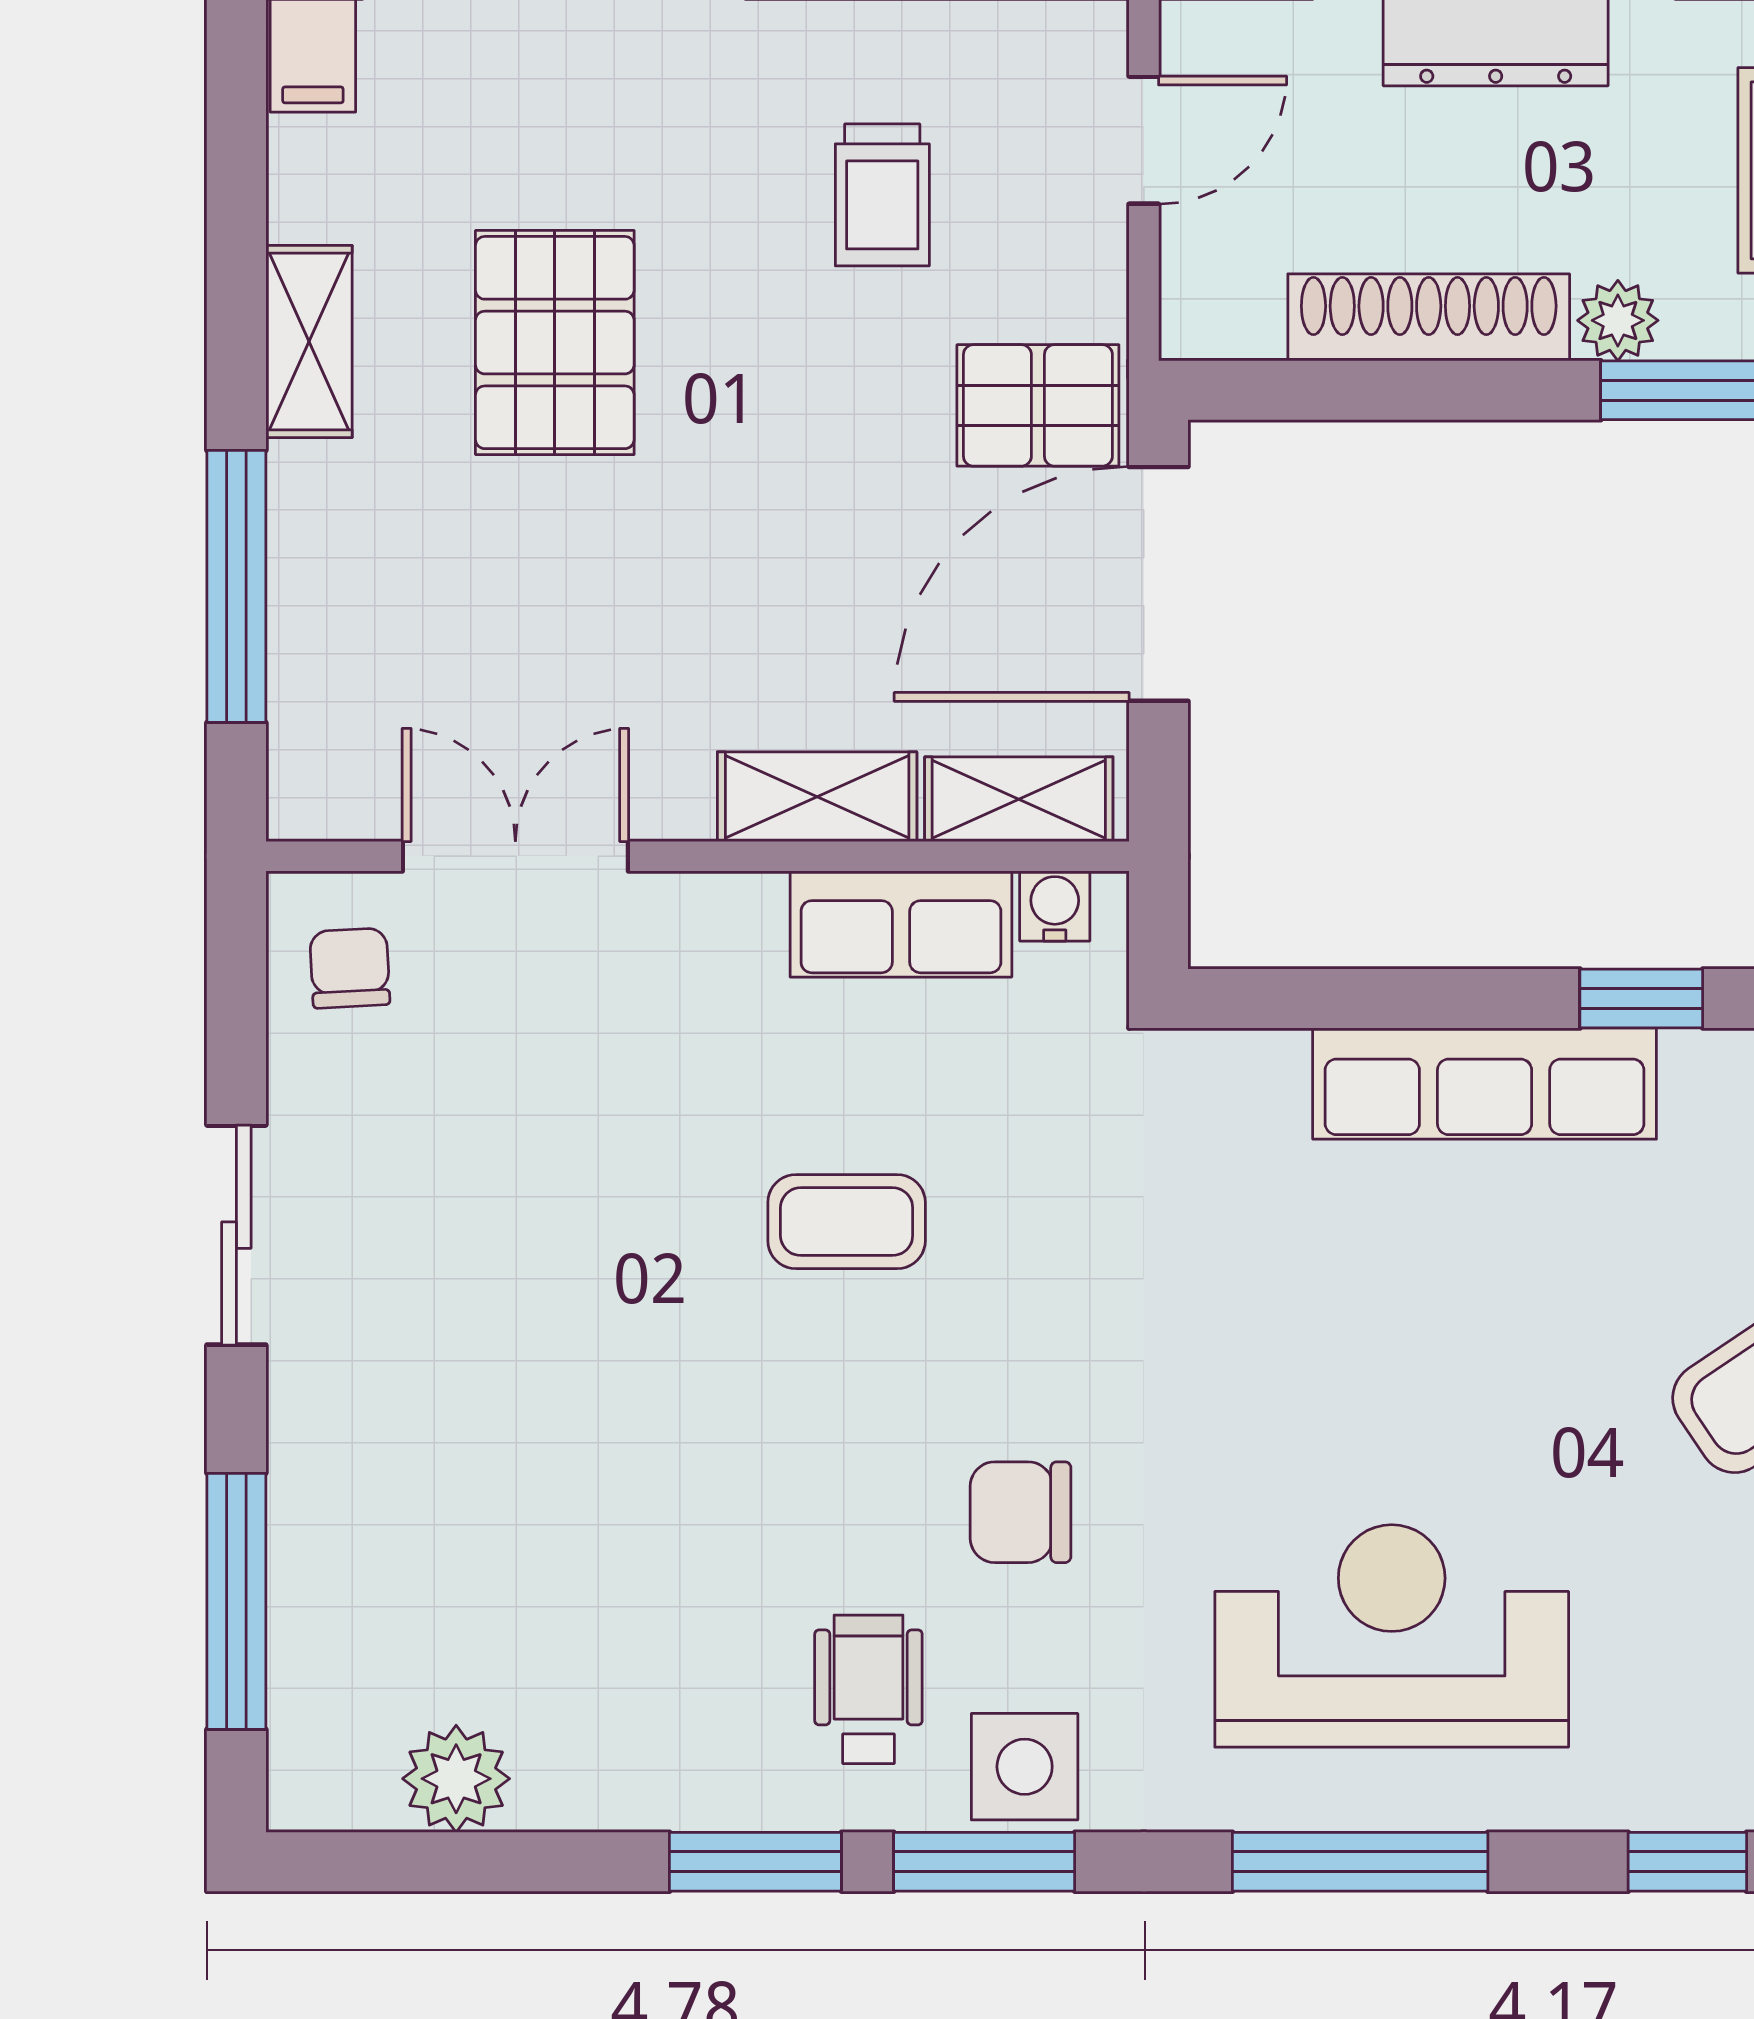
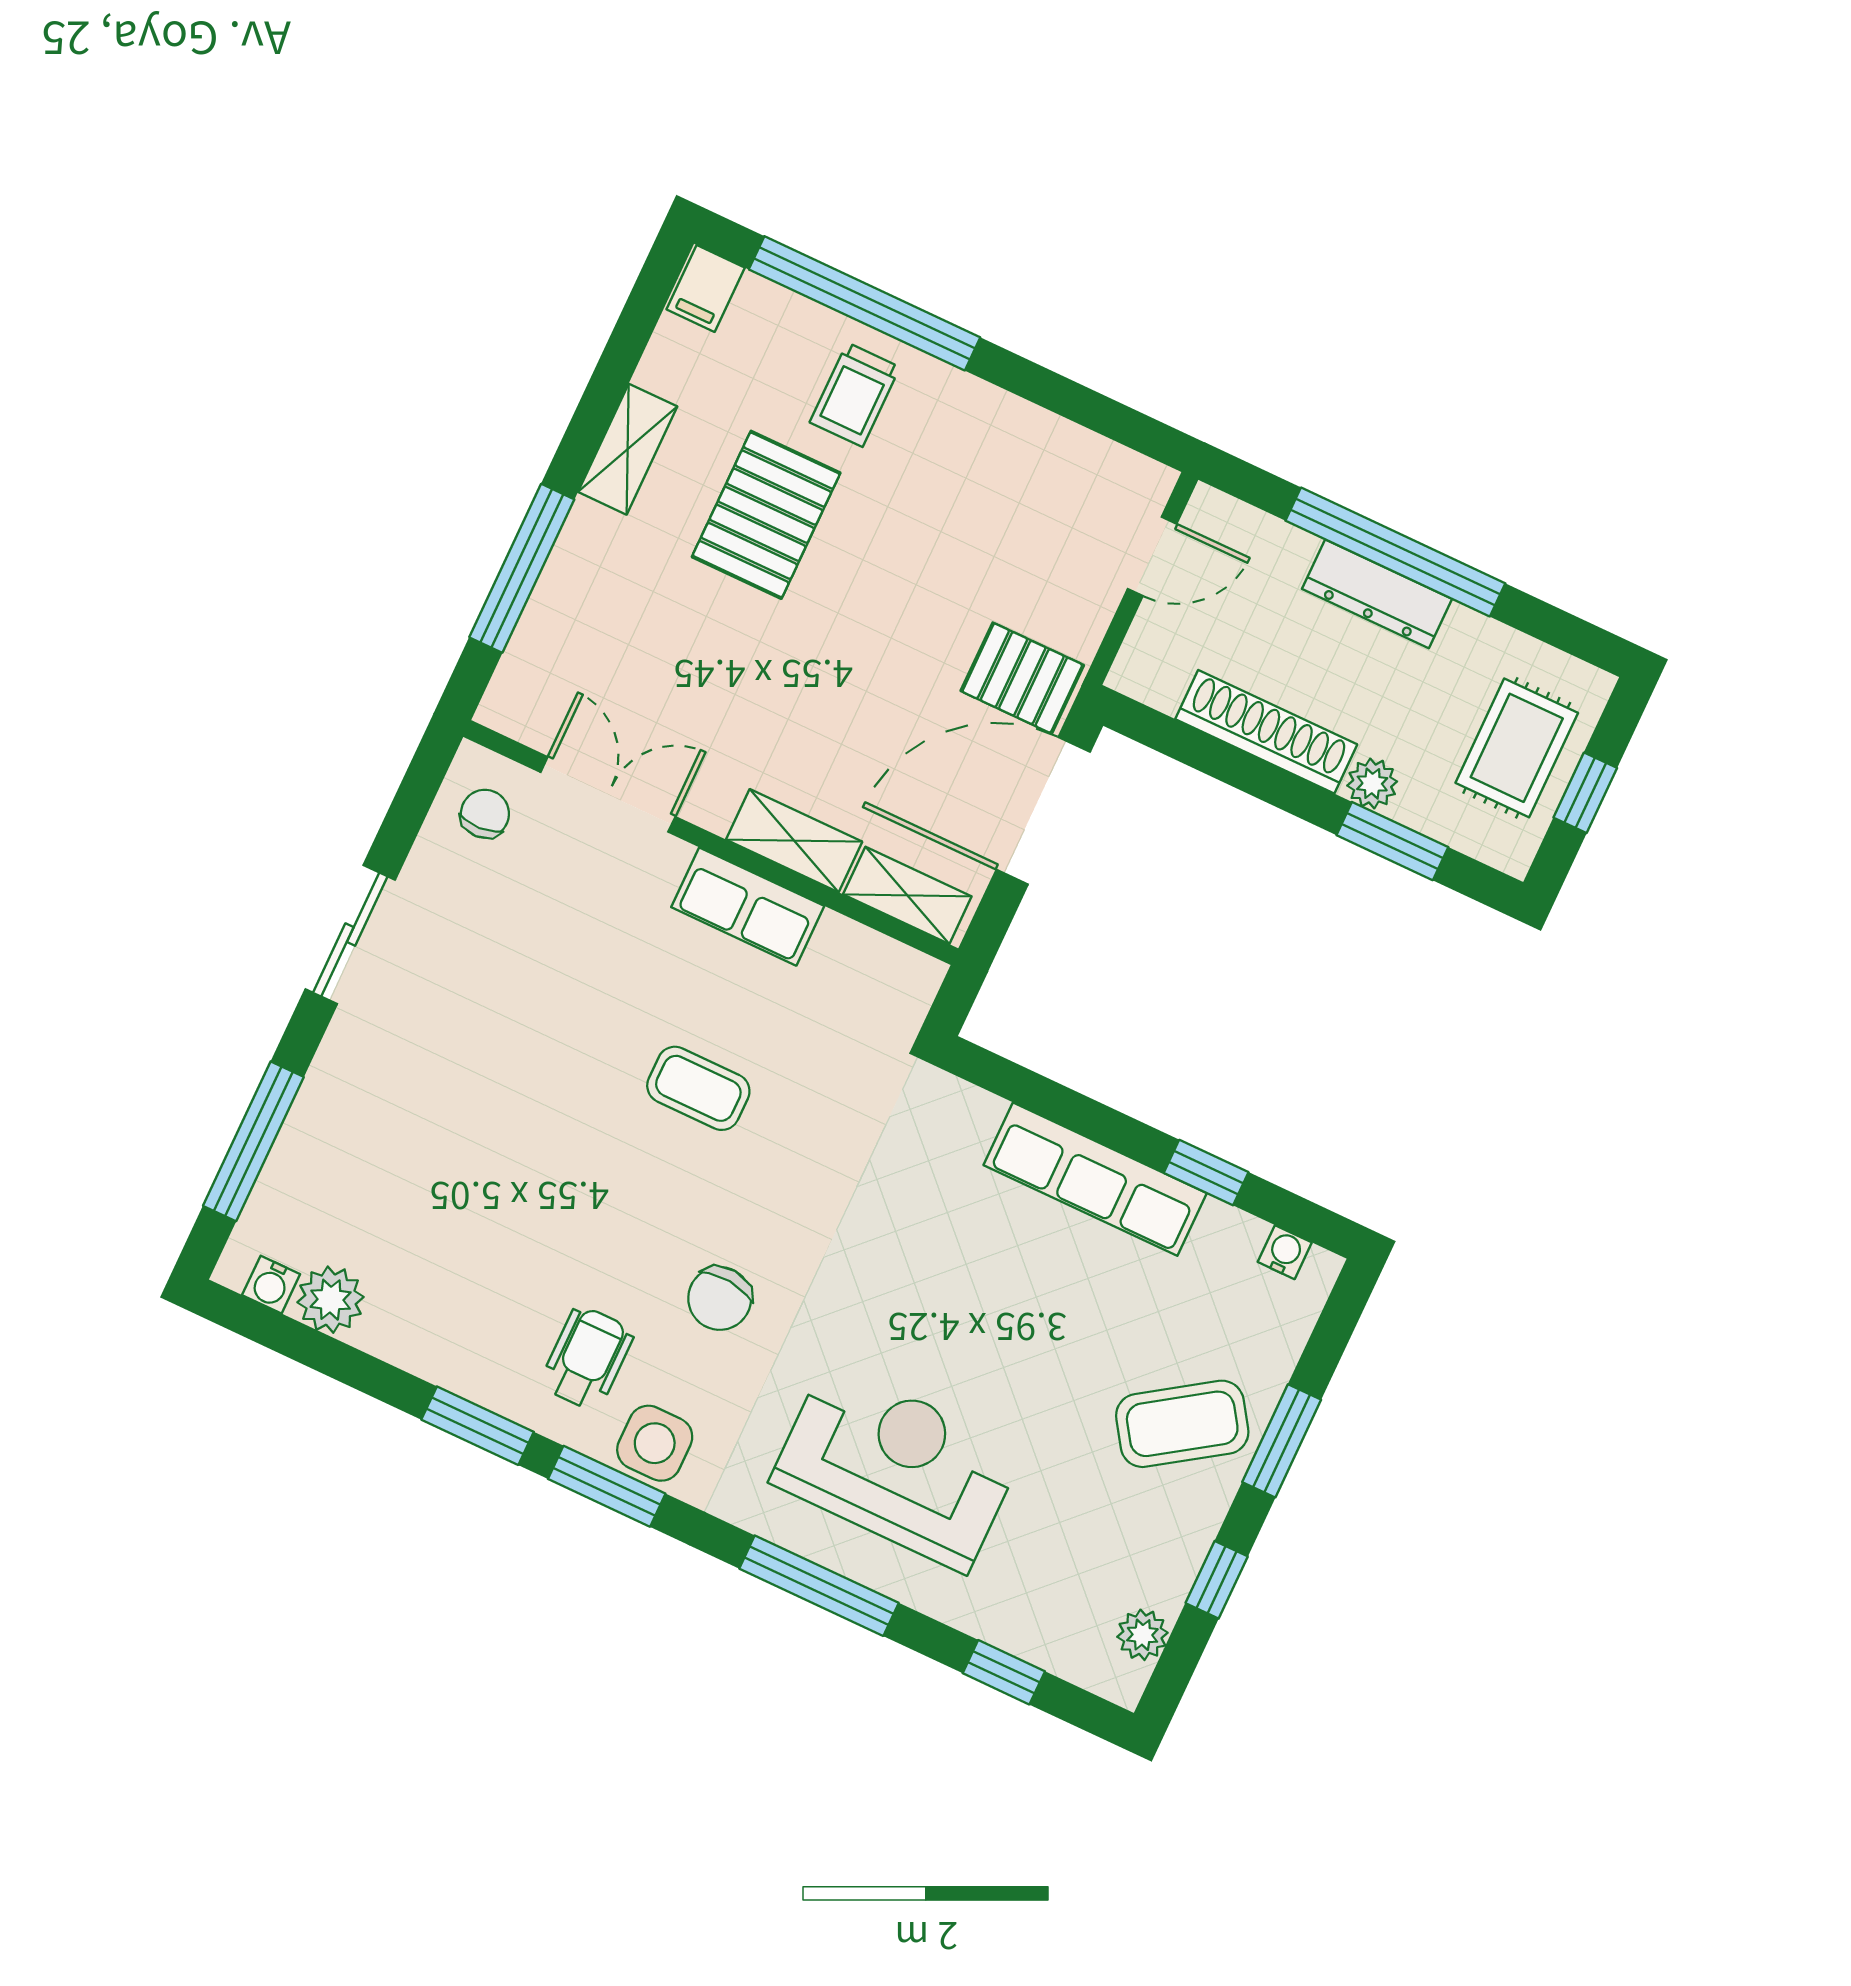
trolley: (882, 195) -> (855, 395), moved
water cooler: (1055, 906) -> (271, 1285), moved, turned 180
row of seats: (901, 924) -> (748, 907), moved
chair: (1020, 1512) -> (720, 1298), turned -85

